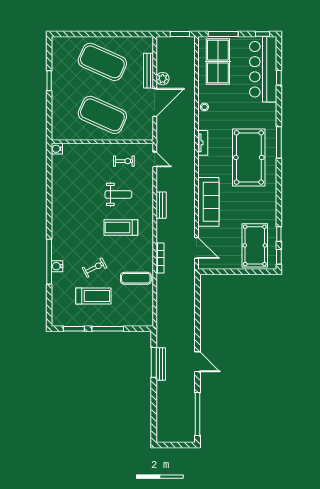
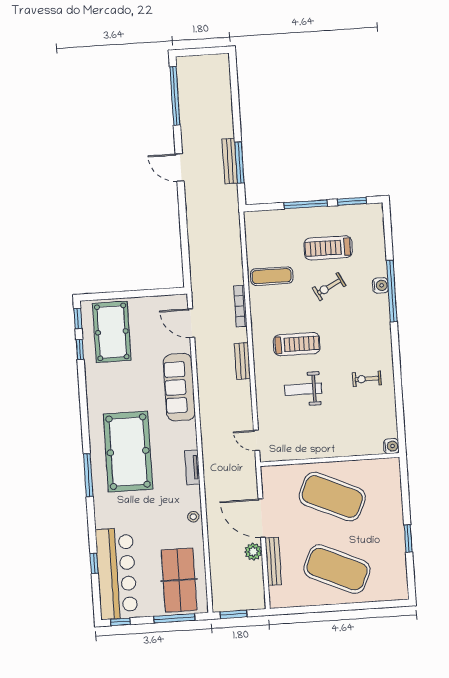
door: (155, 103) -> (262, 518), hinge flipped
exercise bike: (124, 161) -> (367, 379), moved
bench: (161, 205) -> (242, 361), moved

